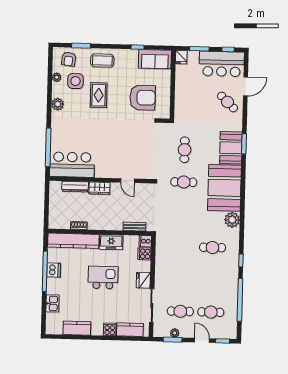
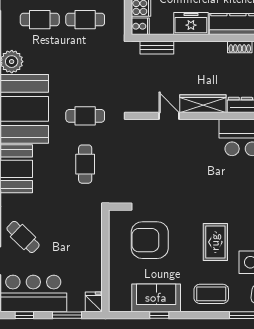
sofa: (155, 59) -> (156, 298), moved
wardrobe: (99, 188) -> (203, 104), width x1.50
cafe table: (182, 247) -> (85, 20), added

